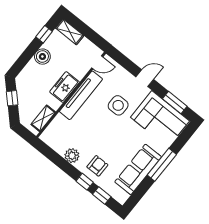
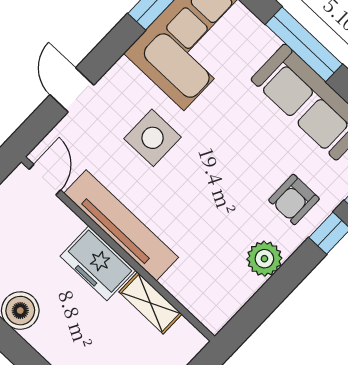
door: (145, 78) -> (72, 90), moved
shelving: (43, 118) -> (150, 303), moved
armchair: (97, 166) -> (294, 199), turned -90

